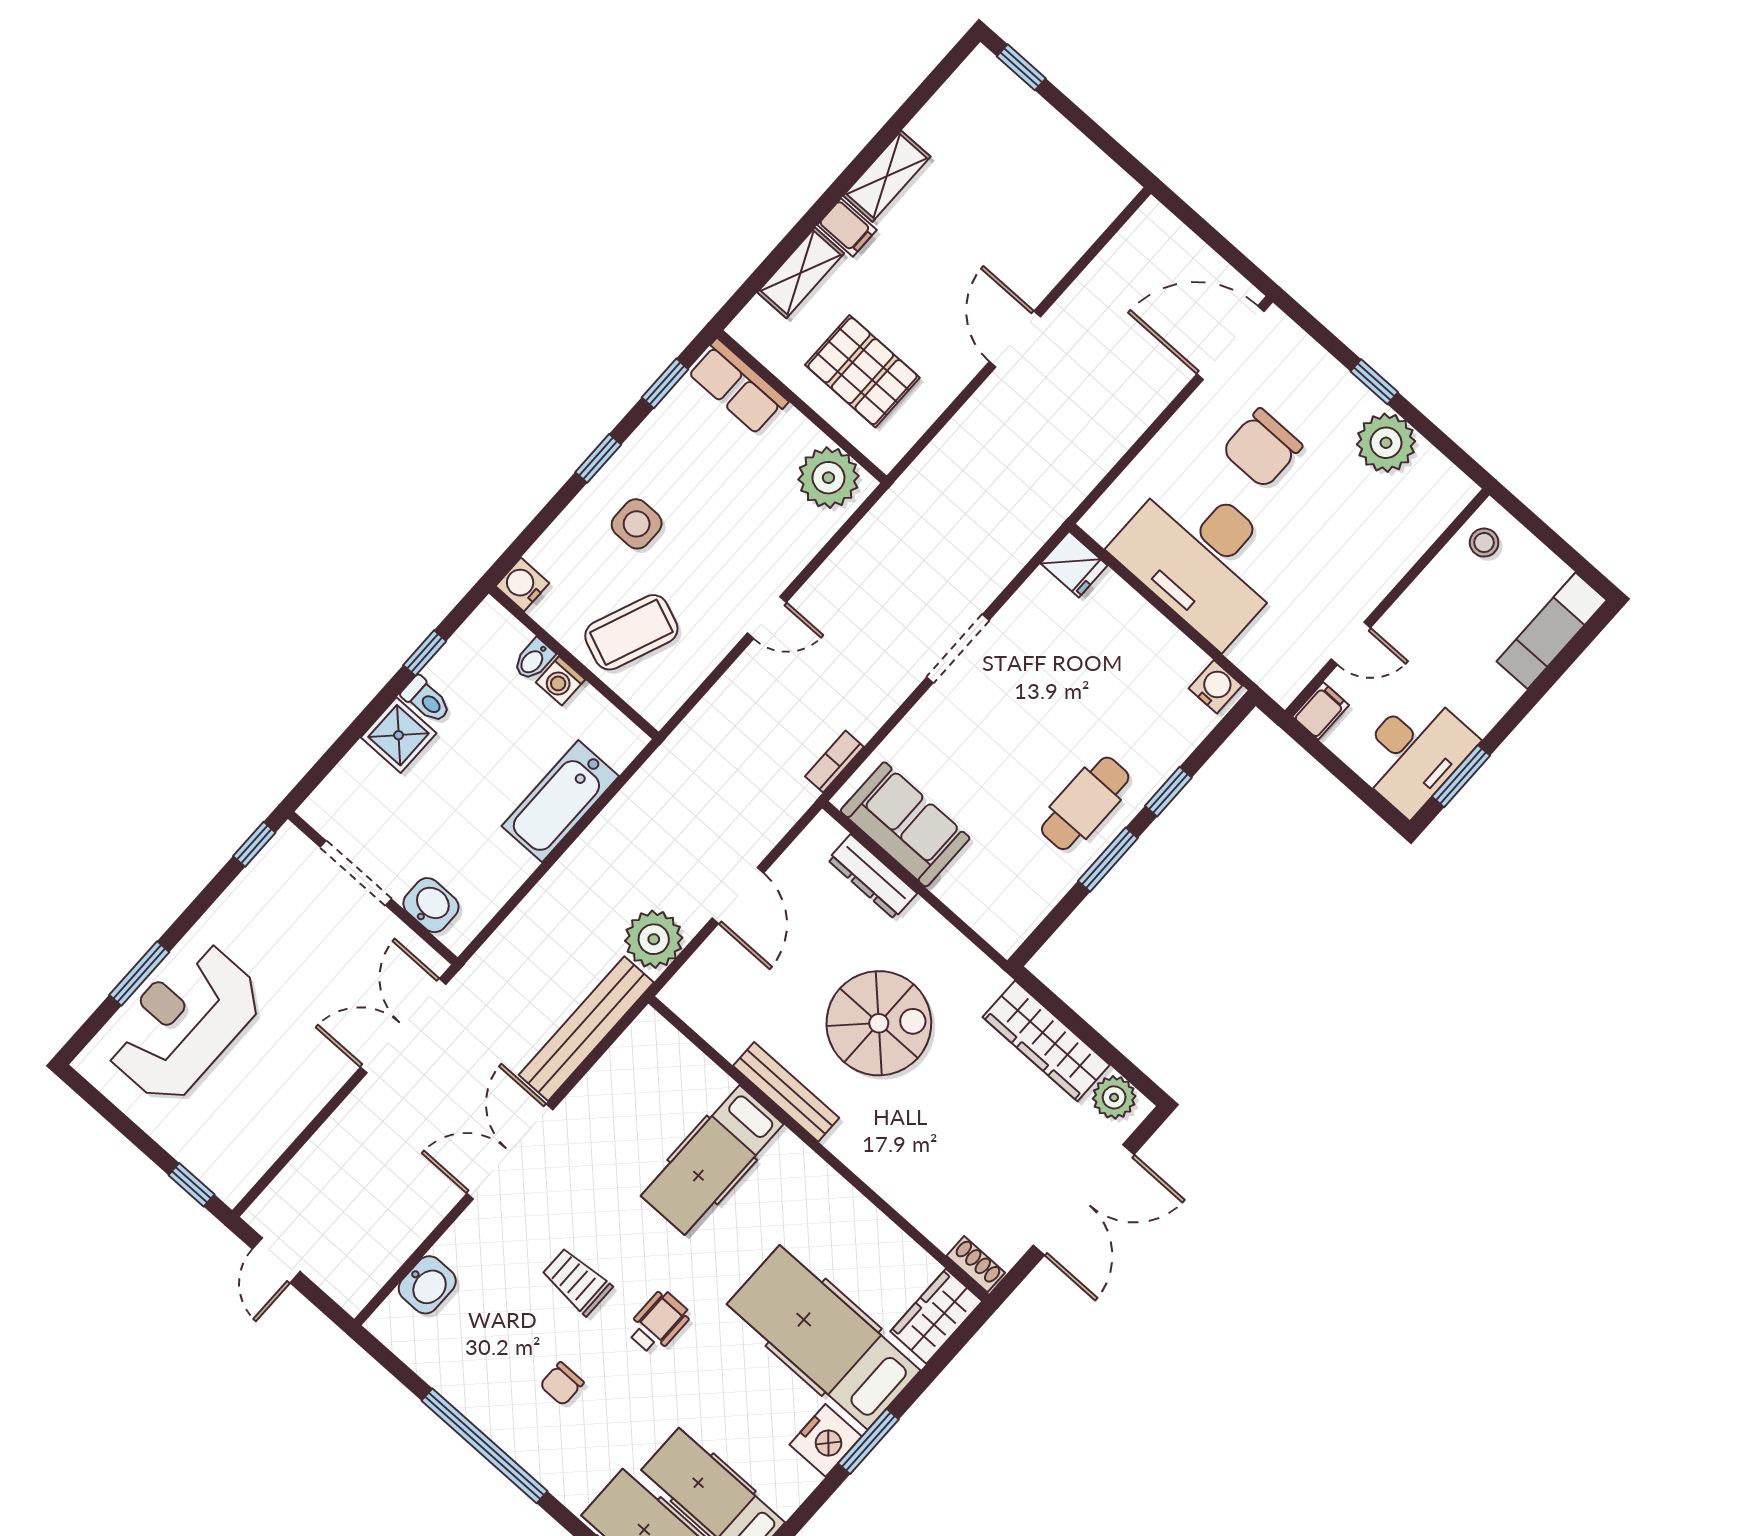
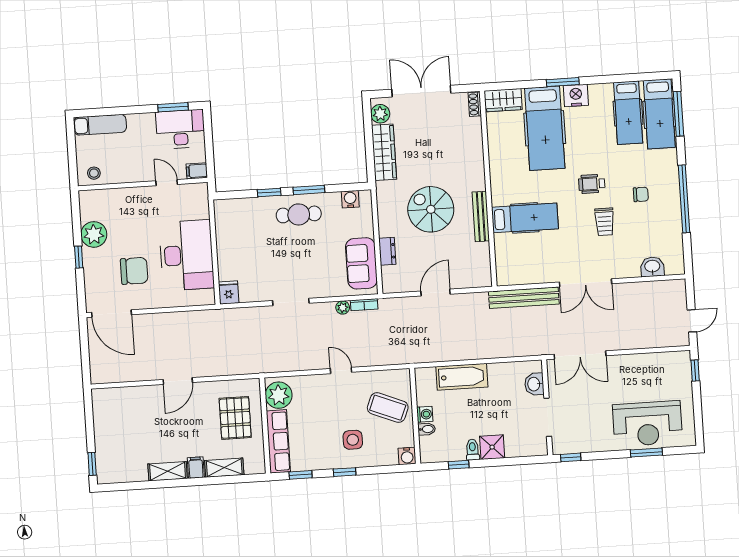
row of seats: (738, 387) -> (278, 441), width x1.48
water cooler: (1215, 687) -> (350, 199), moved, turned 90
dresser: (872, 877) -> (387, 251), width x0.70
plant: (654, 939) -> (343, 308), moved, width x0.53, depth x0.53

